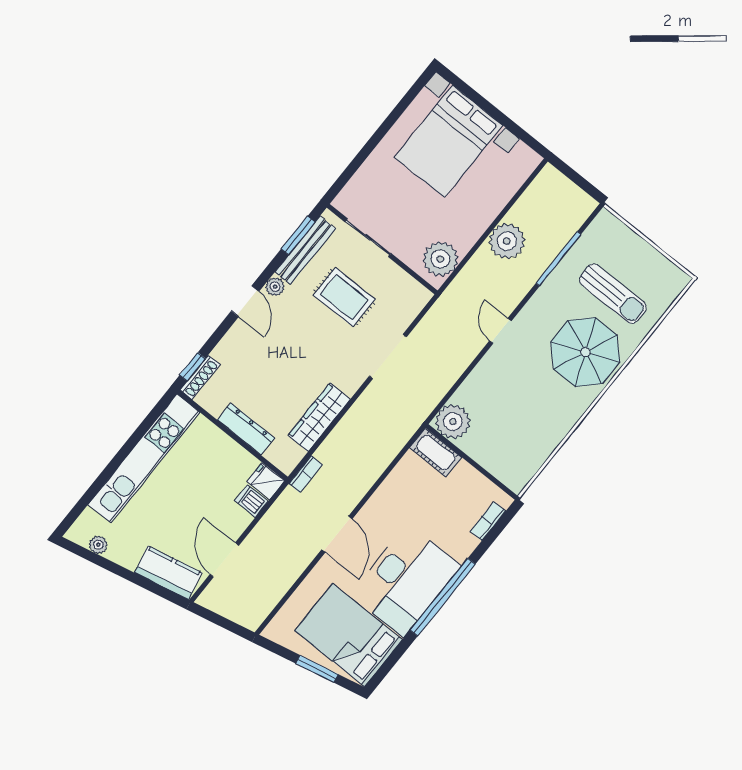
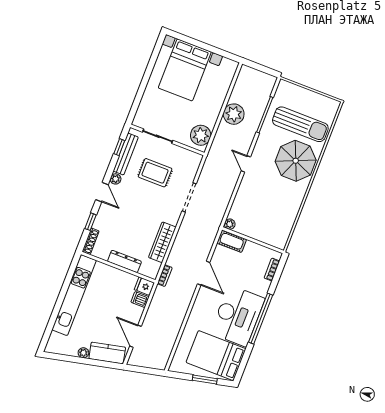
window: (298, 235) -> (119, 147), width x0.67
sun lounger: (613, 294) -> (300, 124), width x1.36, depth x1.34
window: (192, 367) -> (90, 222), moved
plant: (453, 422) -> (230, 224), width x0.53, depth x0.53
door: (337, 534) -> (204, 273), moved
plant: (98, 545) -> (83, 353), moved

